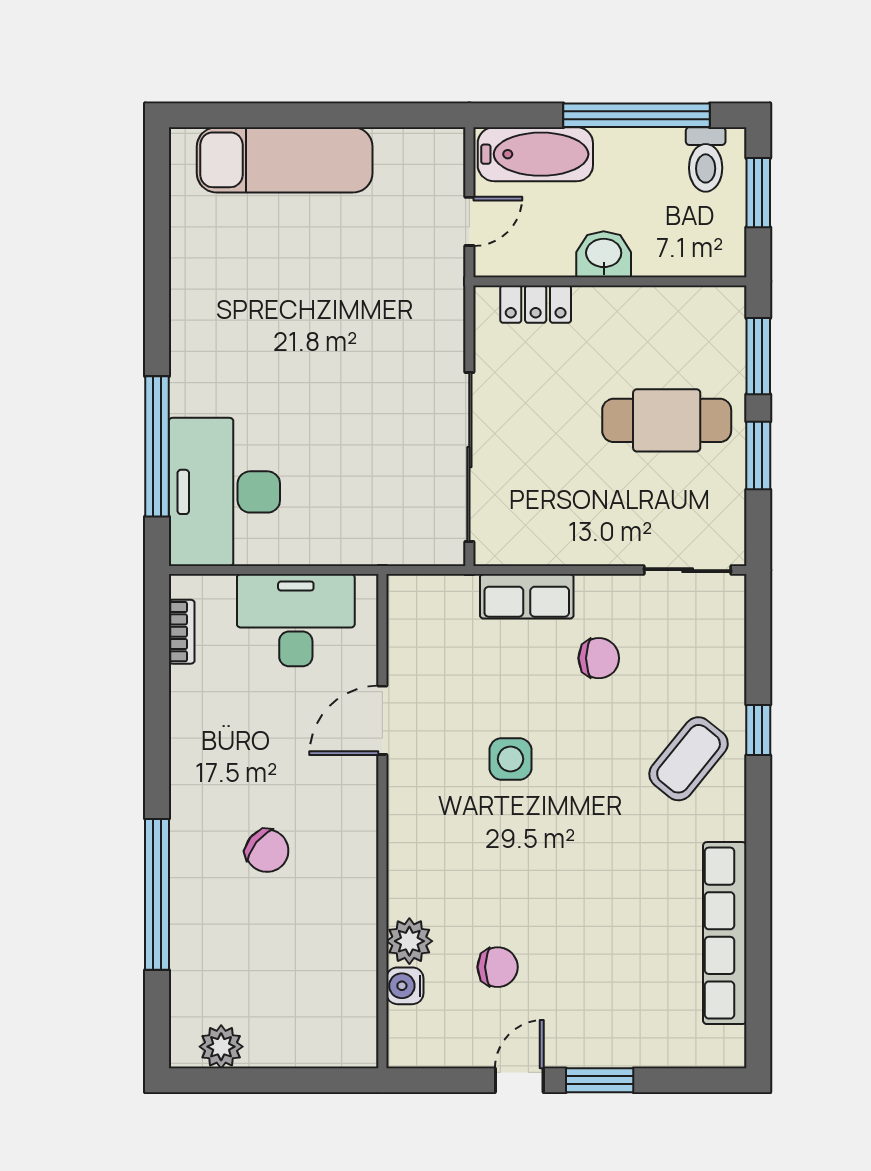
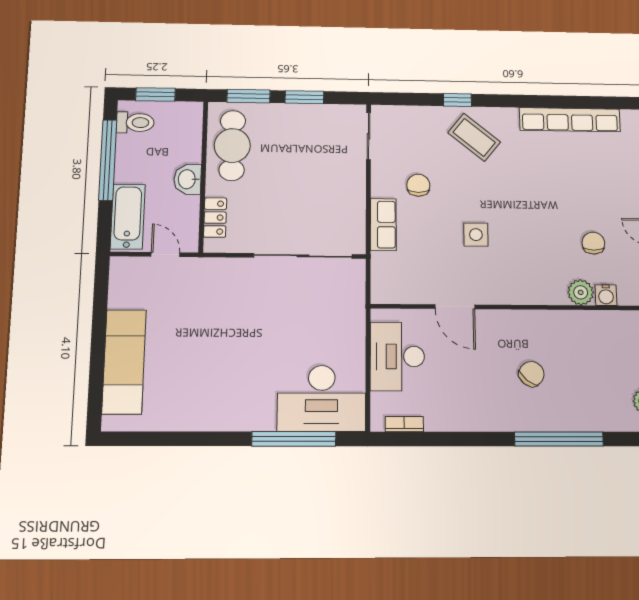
cafe table: (667, 420) -> (232, 146), moved

